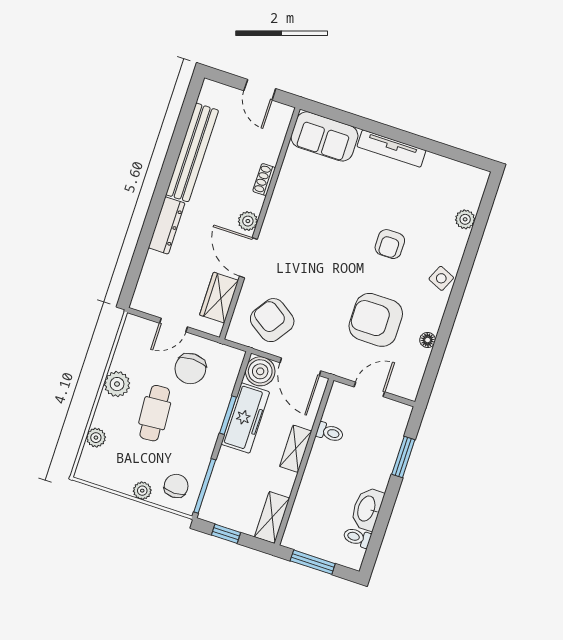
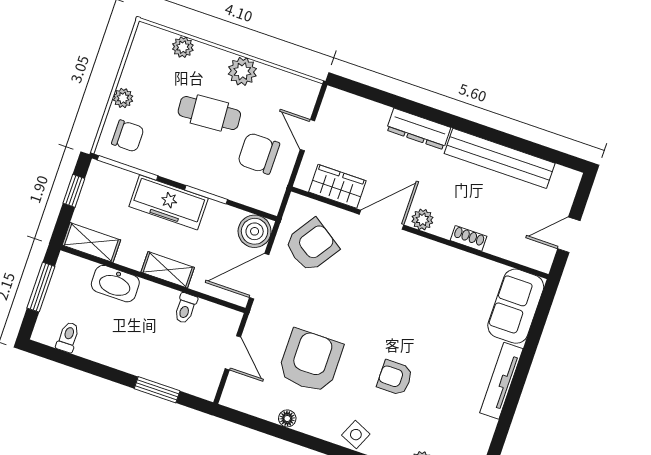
freezer: (245, 418) -> (169, 202), moved
washbasin: (367, 509) -> (115, 284), moved, turned 180

